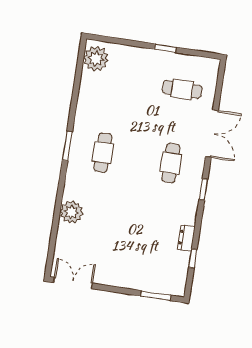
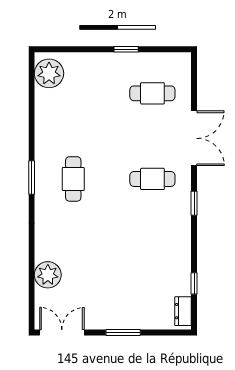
cafe table: (171, 163) -> (152, 179), turned 90
plant: (71, 212) -> (48, 275), moved
dresser: (186, 238) -> (183, 311), moved
window: (156, 296) -> (123, 332), moved

